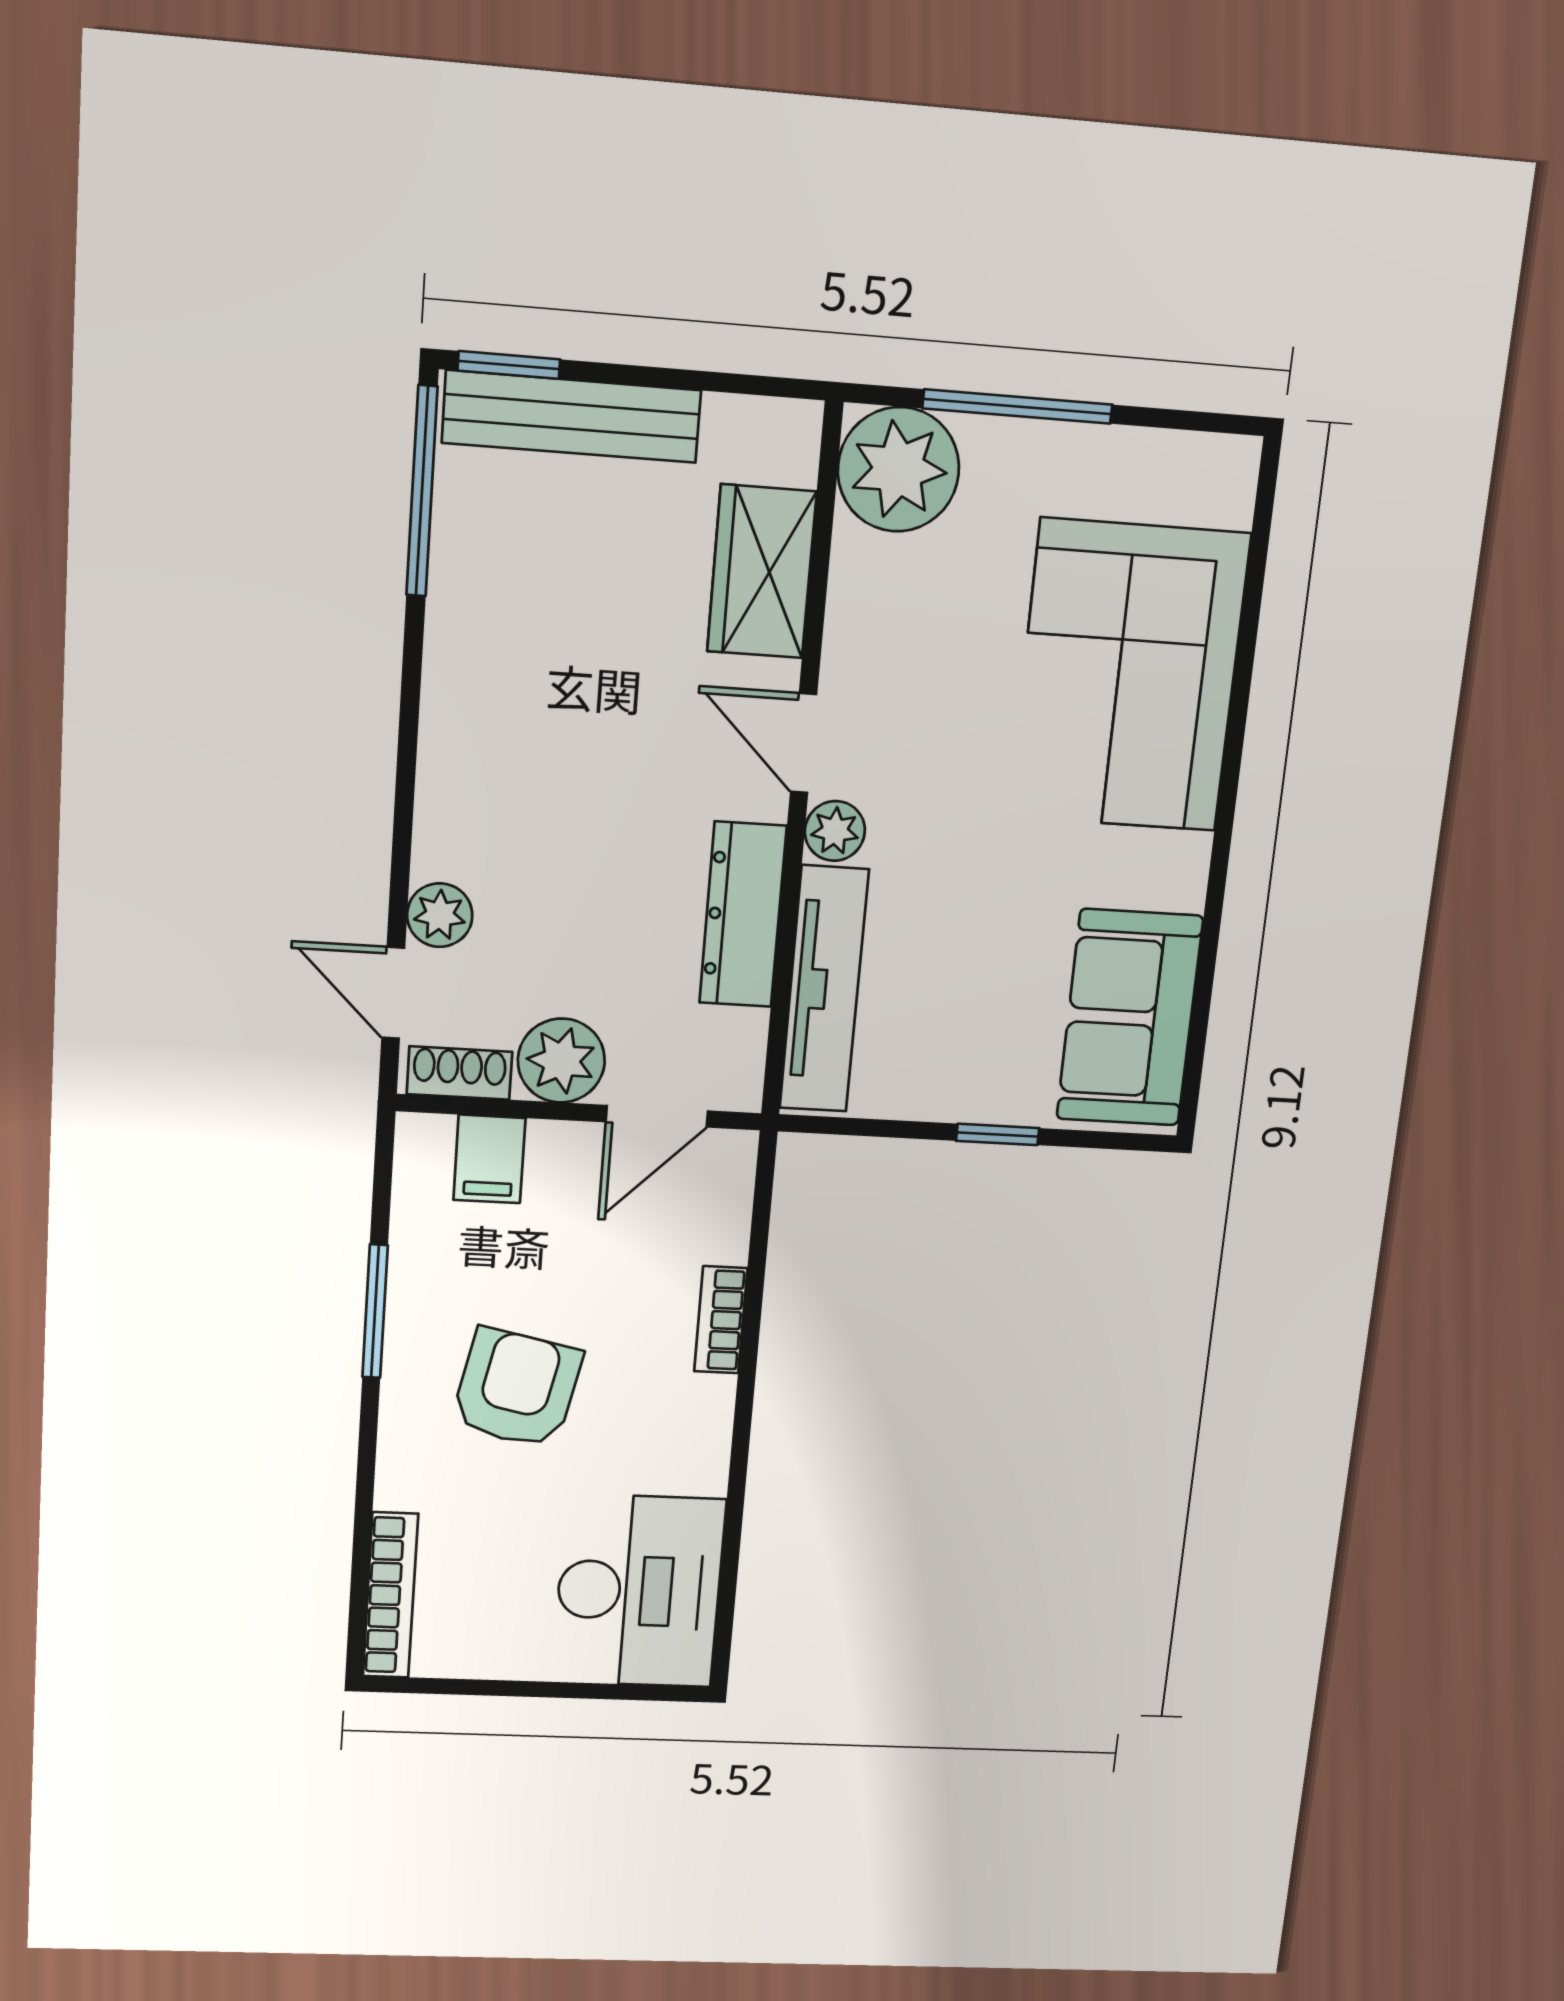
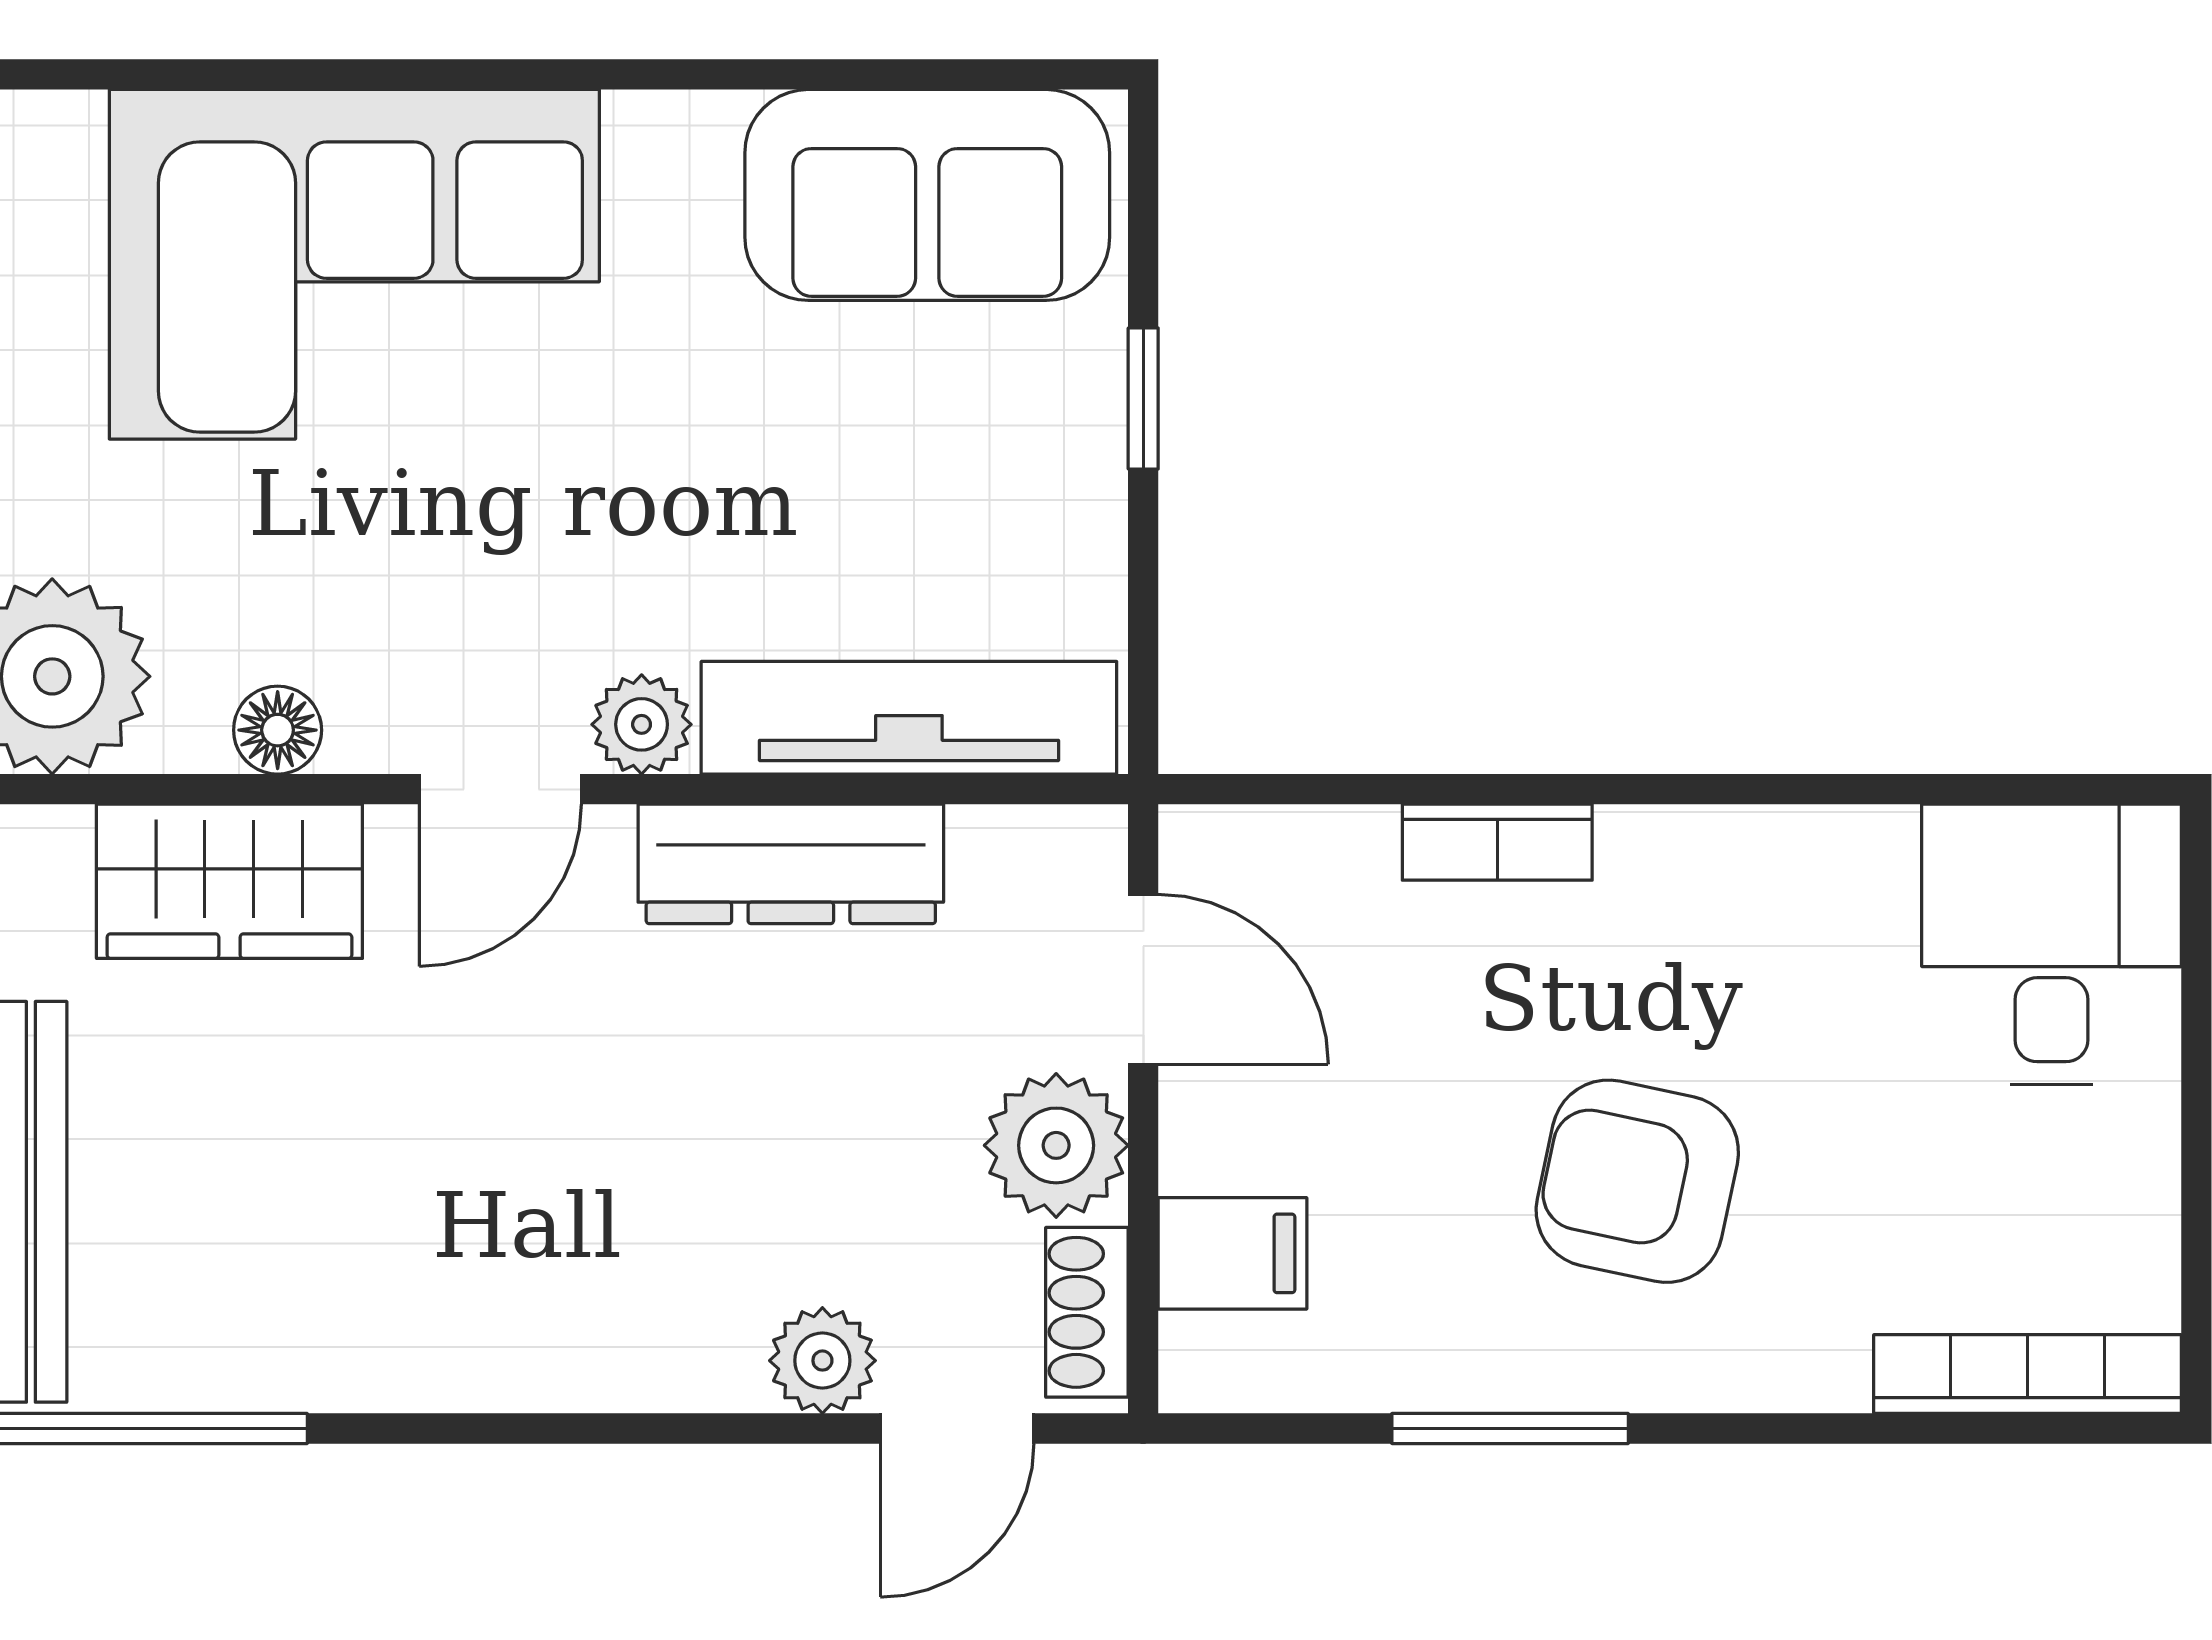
floor lamp: (852, 609) -> (278, 730), added
desk: (639, 1591) -> (2052, 944), width x0.73

